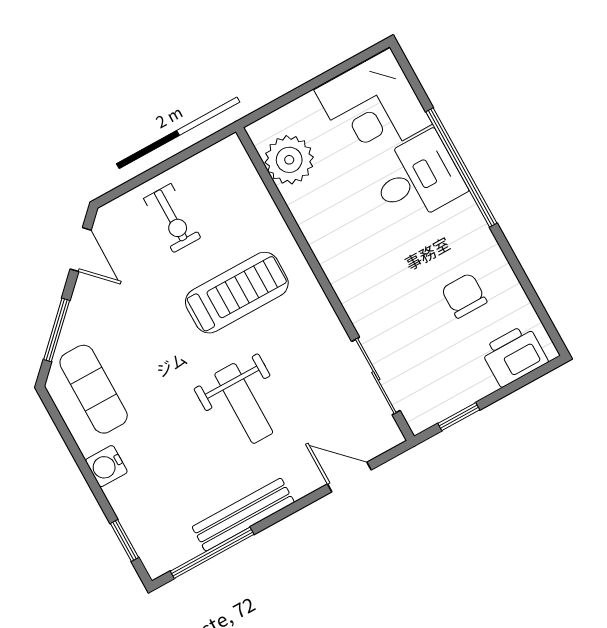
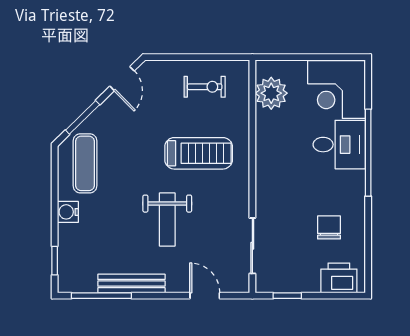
exercise bike: (172, 218) -> (205, 87), moved, turned -90

